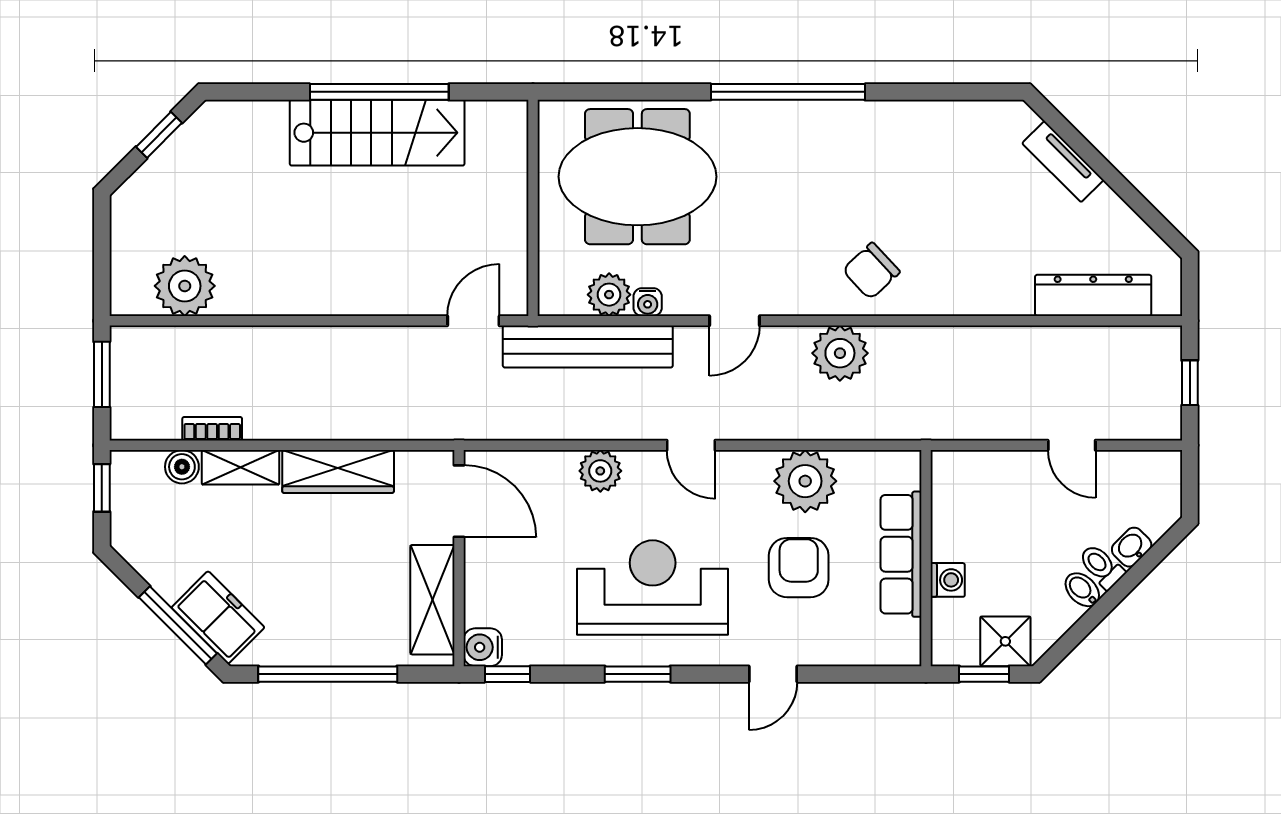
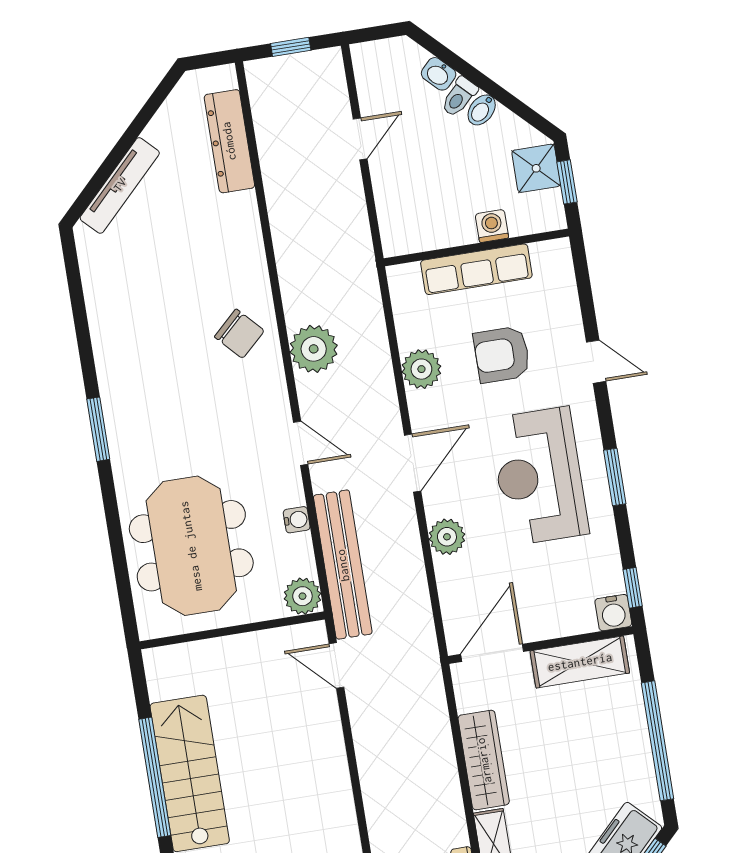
window: (788, 92) -> (98, 429), width x0.47
tv unit: (1063, 162) -> (120, 185), width x1.41
plant: (609, 295) -> (302, 596), moved
door: (691, 445) -> (413, 463), width x1.38
plant: (805, 481) -> (421, 369), width x0.73, depth x0.73

